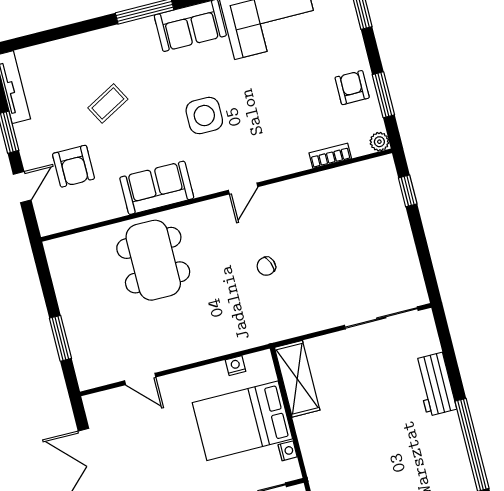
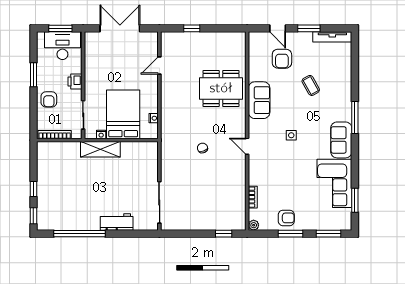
window: (383, 95) -> (290, 234), moved
side table: (204, 116) -> (291, 135), width x0.54, depth x0.54
armchair: (74, 166) -> (282, 59), turned -90
window: (60, 338) -> (192, 28), width x0.67
shelving: (297, 379) -> (100, 149), moved

